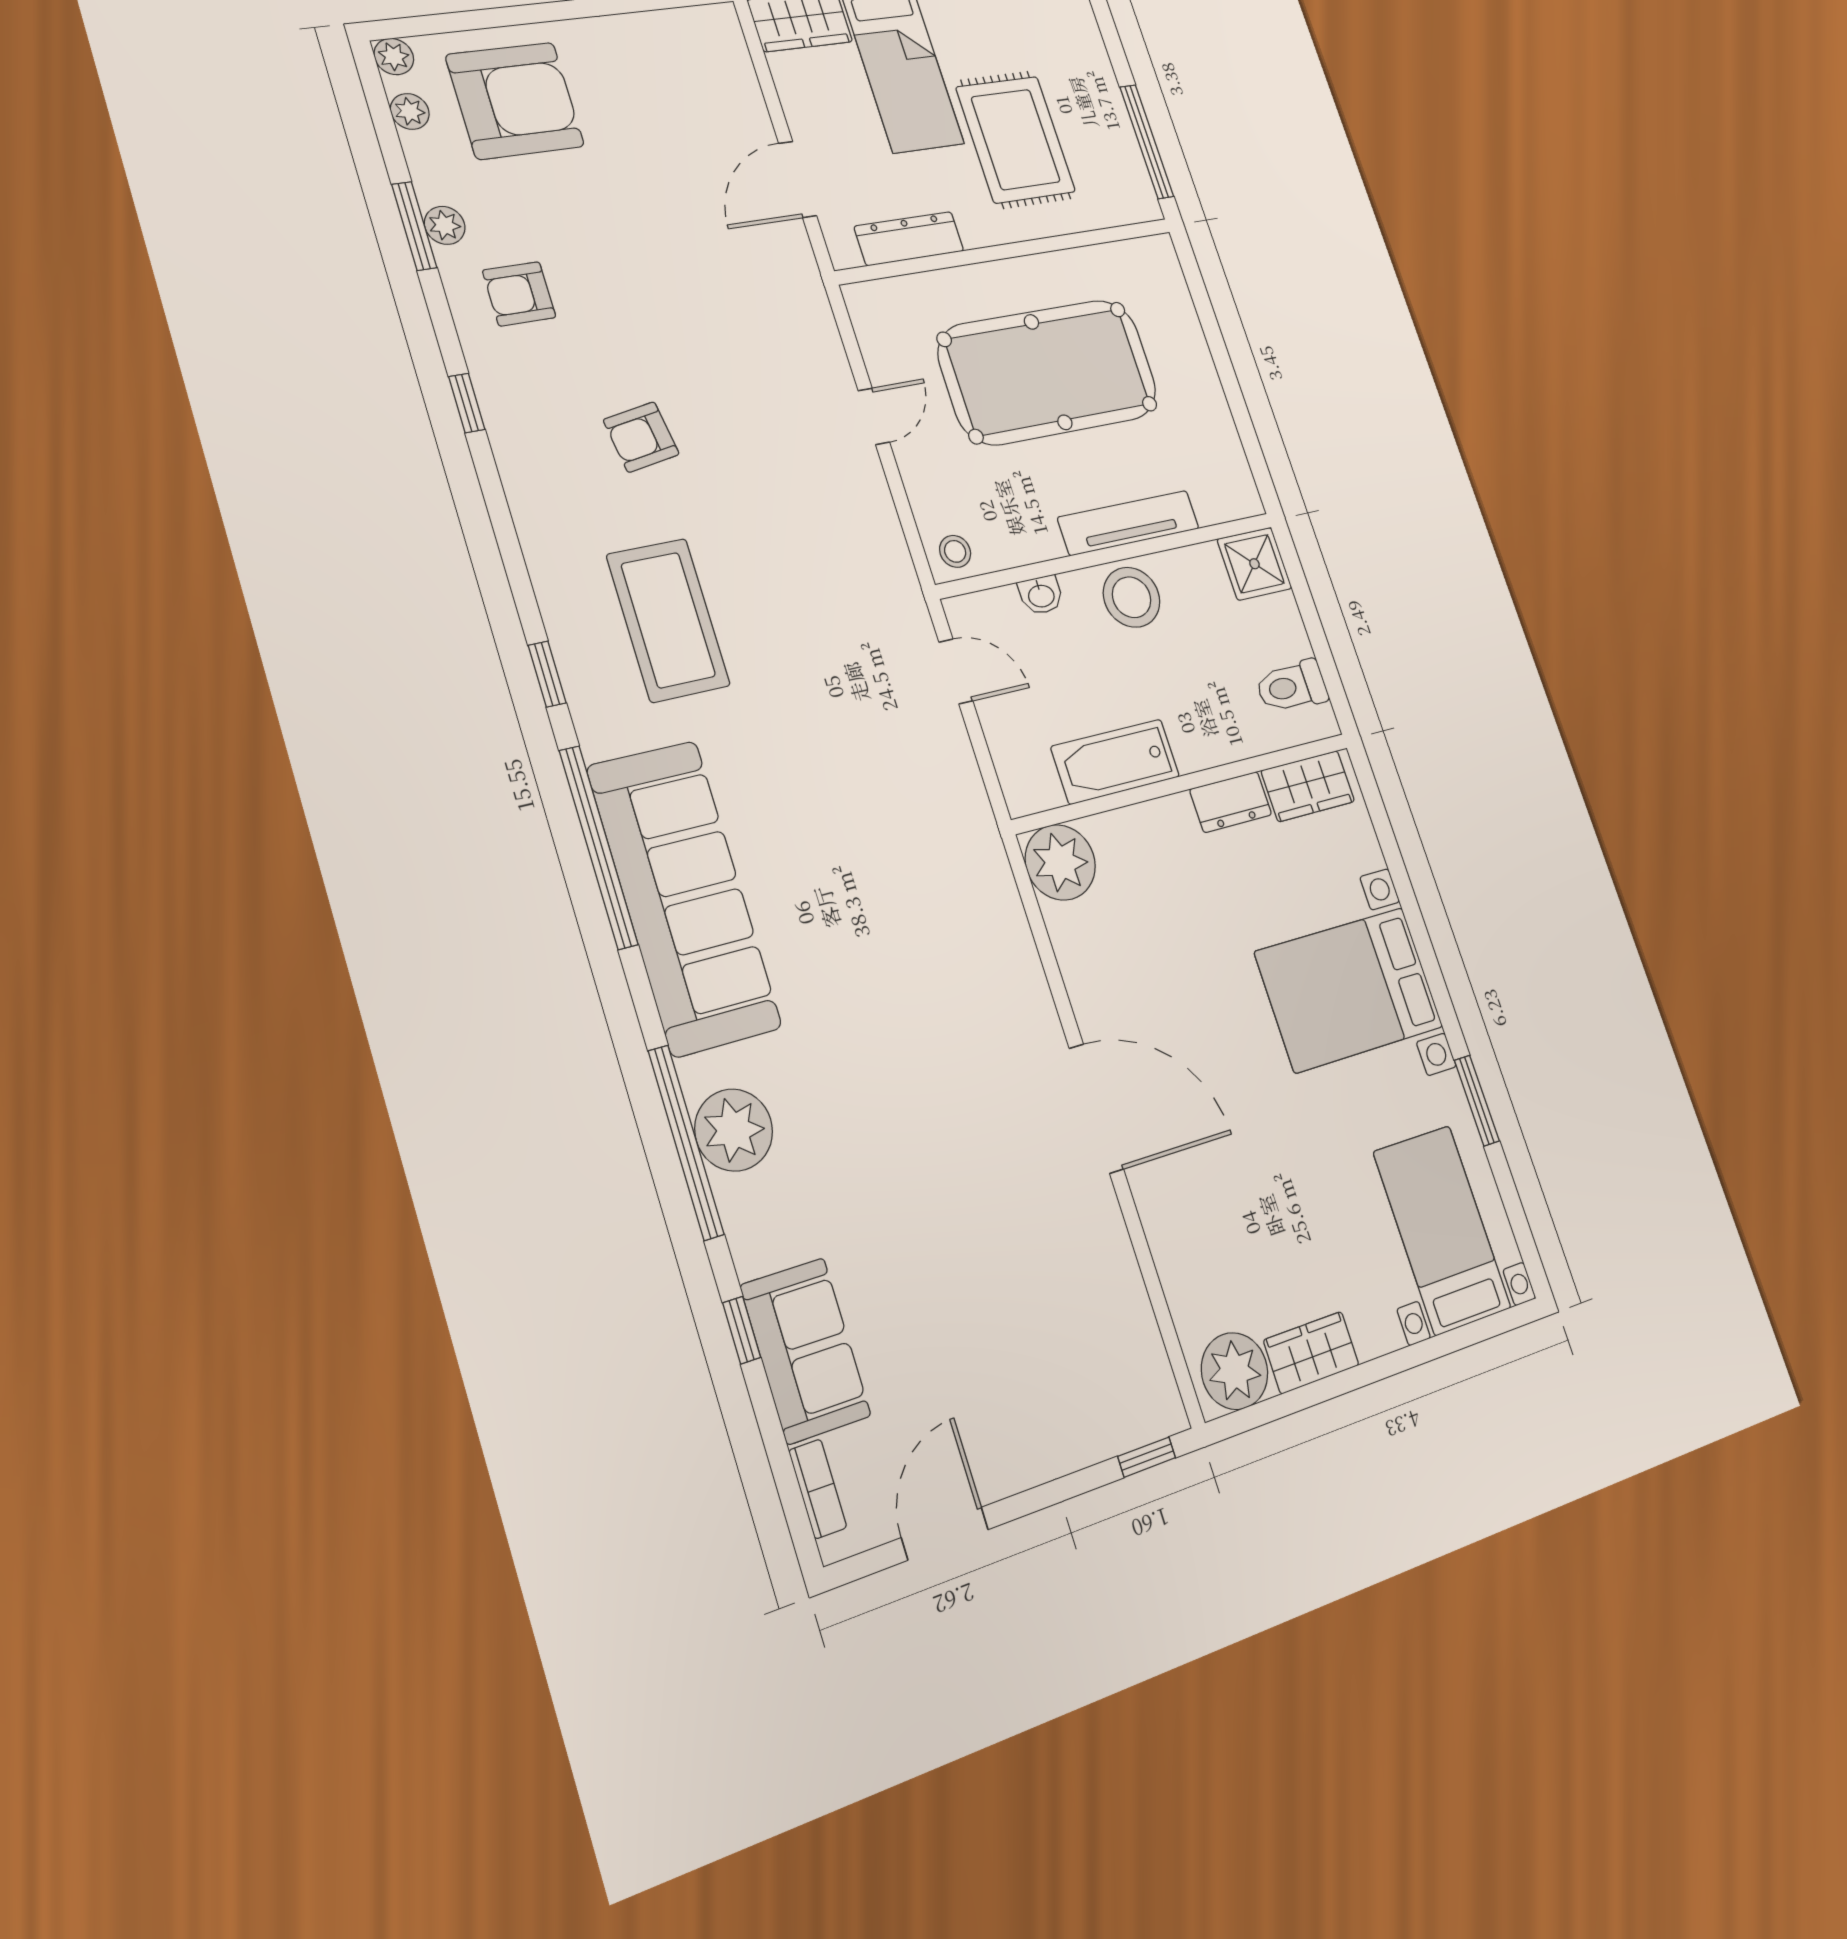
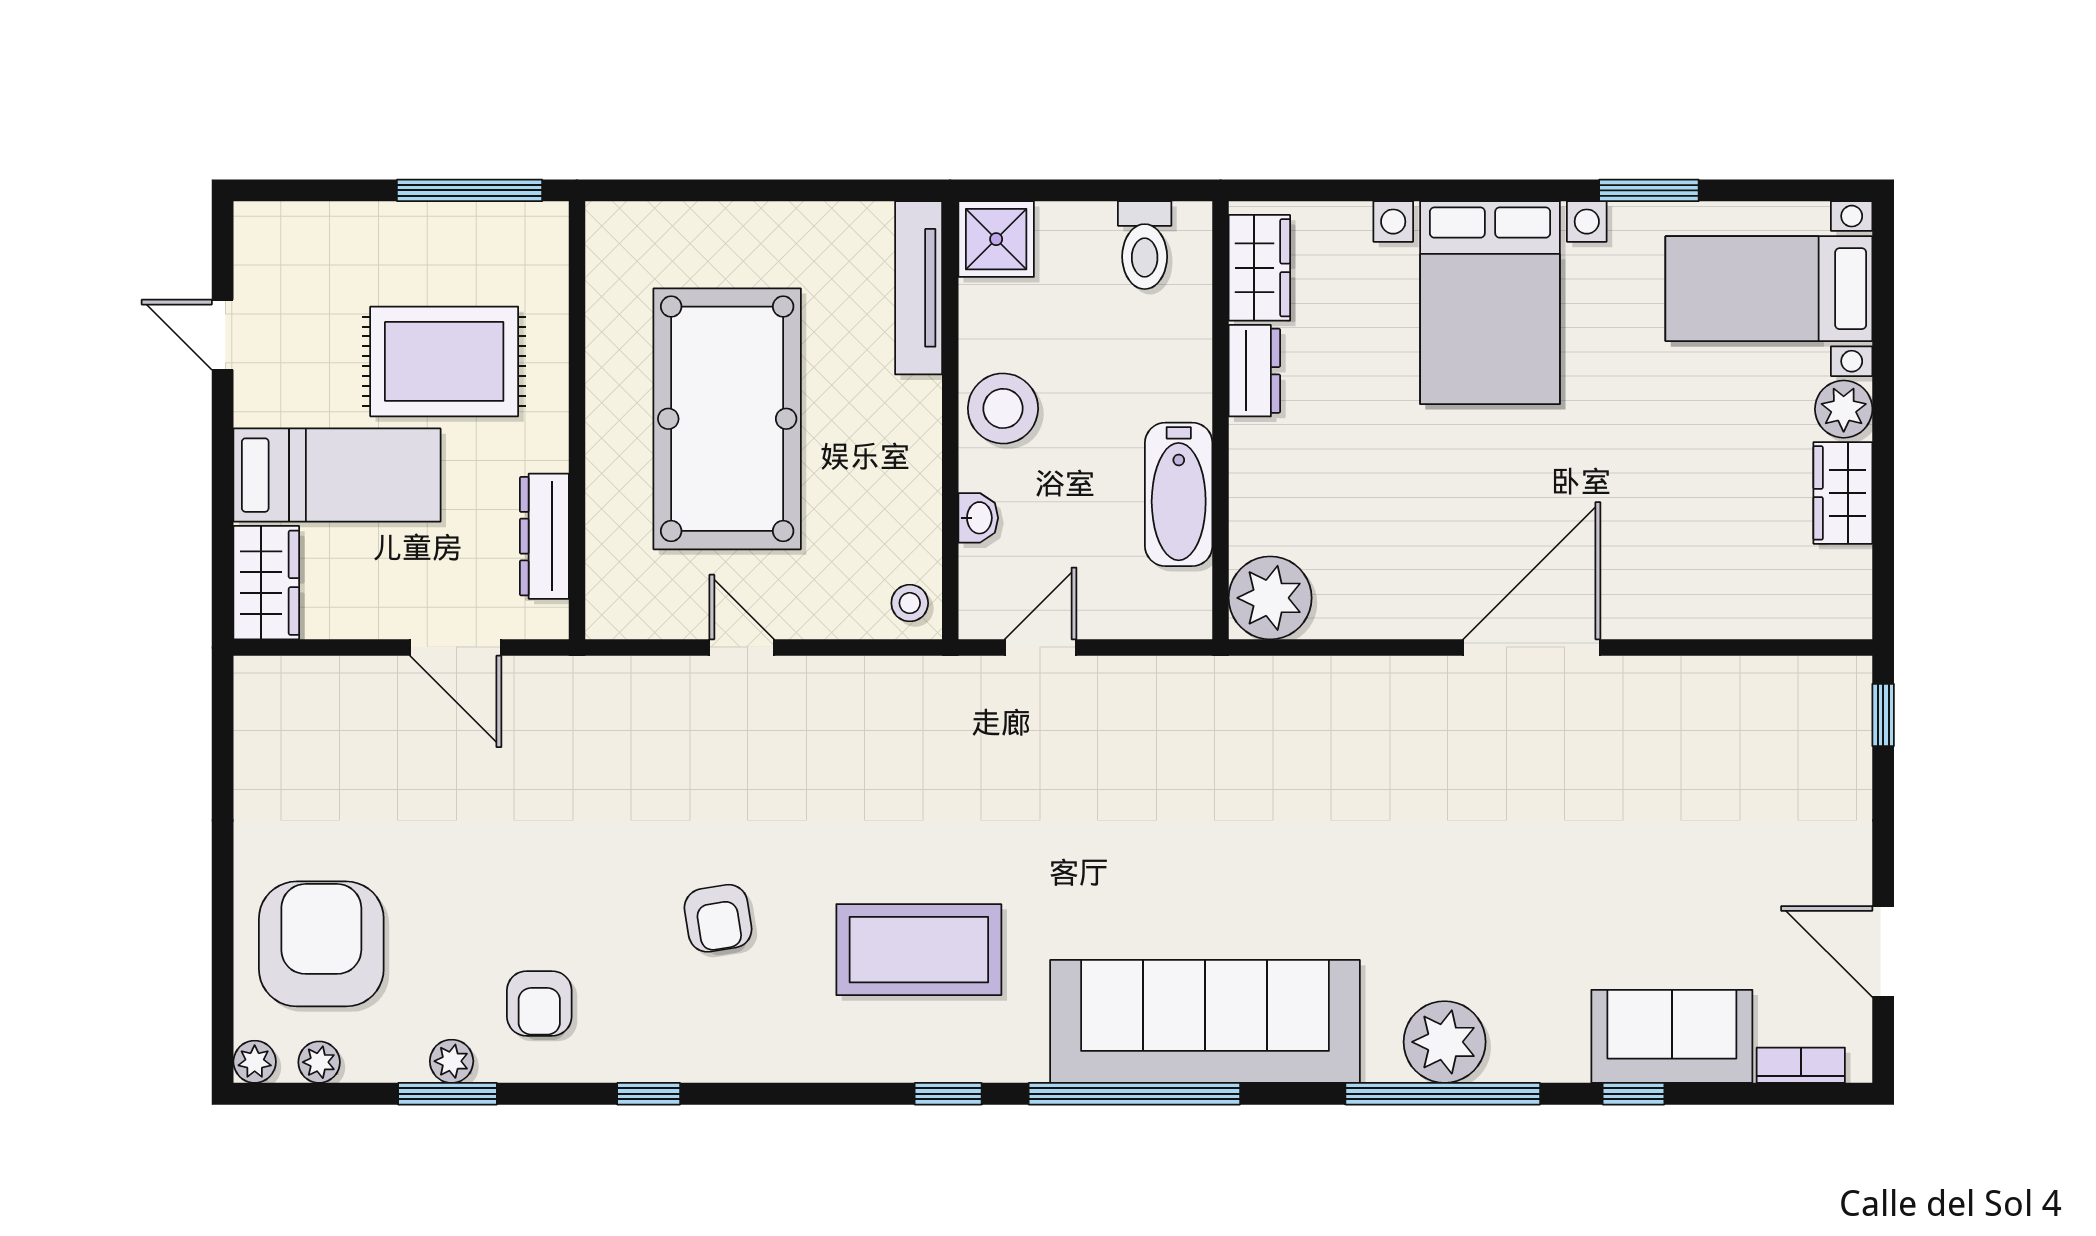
tv unit: (1129, 523) -> (919, 288), moved
plant: (1235, 1371) -> (1844, 409), moved, width x0.73, depth x0.73

